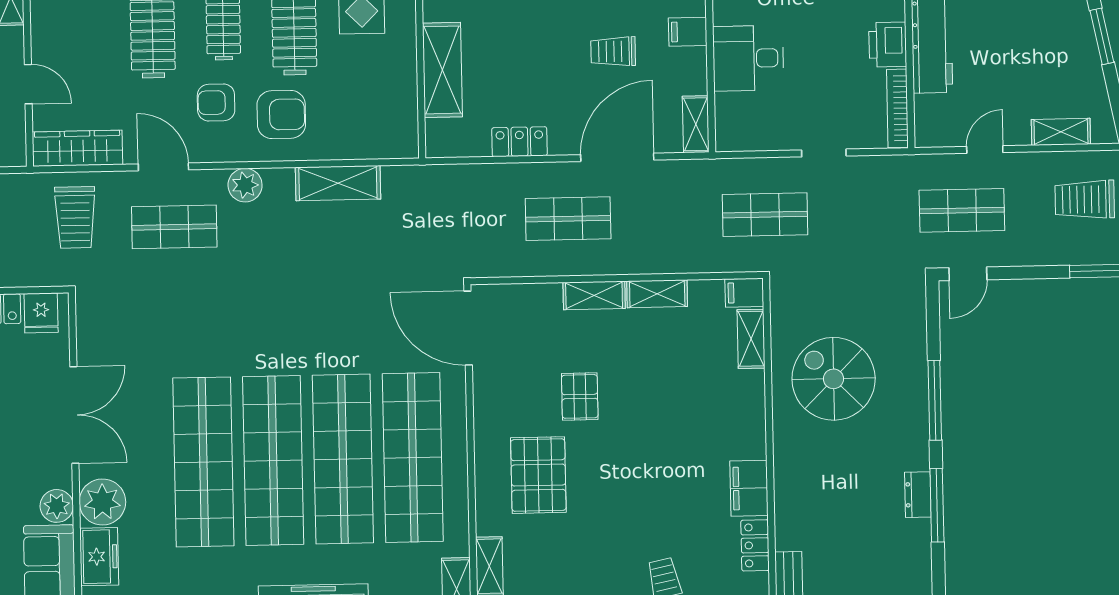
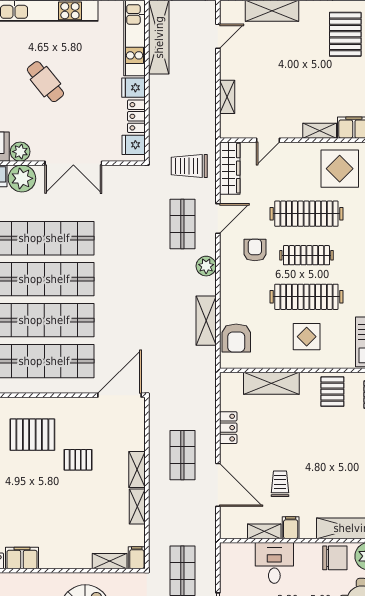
armchair: (281, 114) -> (236, 338), moved
shelving: (696, 124) -> (264, 531), moved

